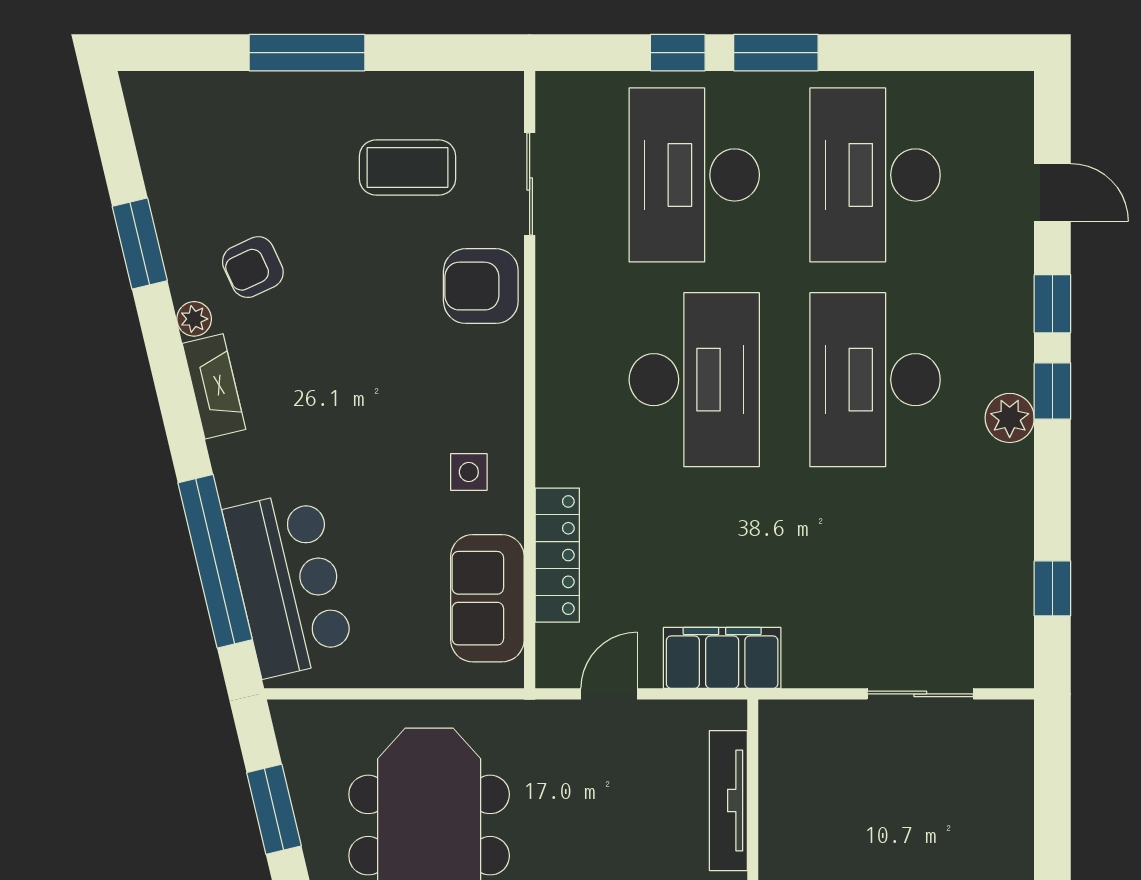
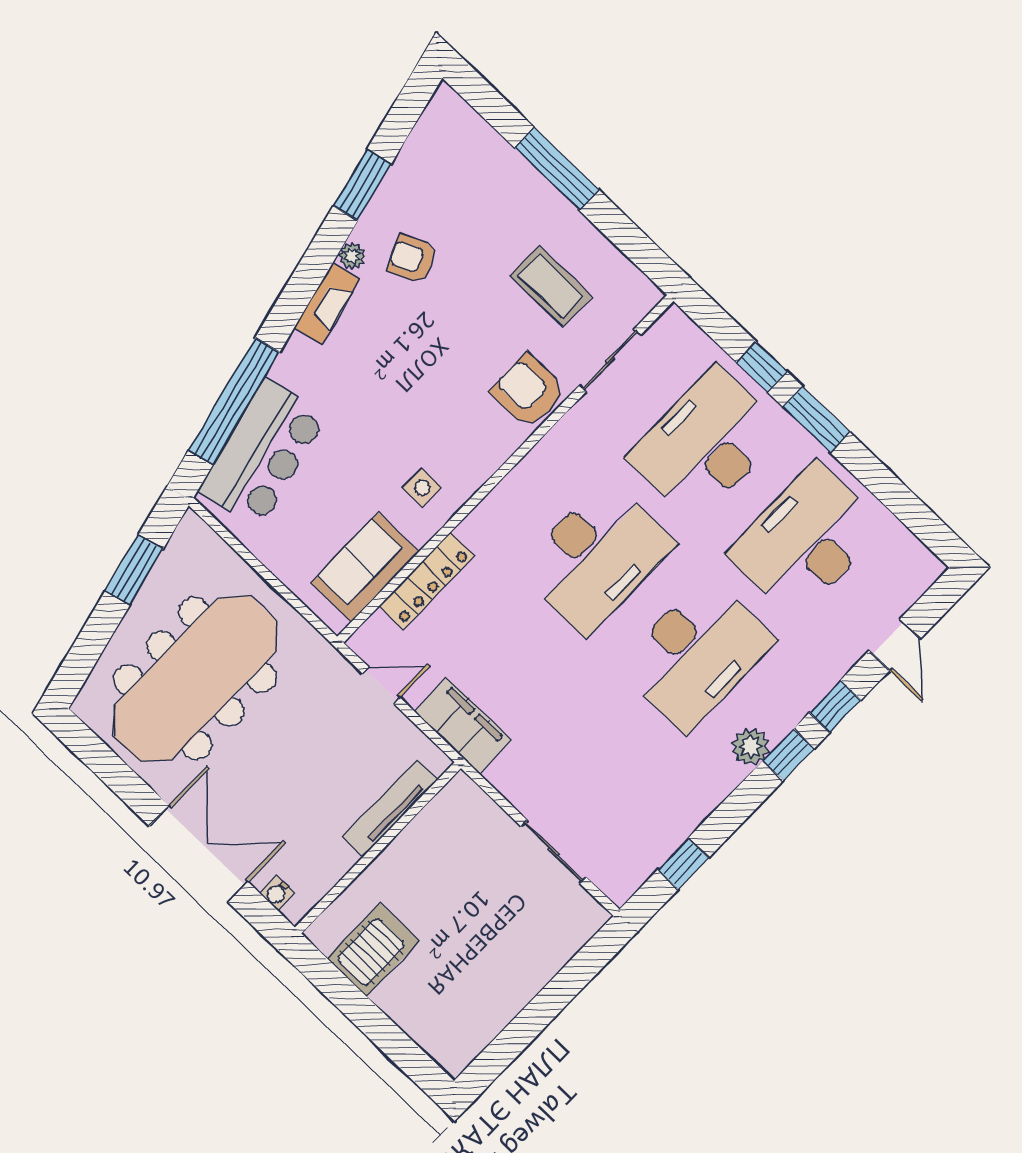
desk: (875, 380) -> (696, 654), turned 180

